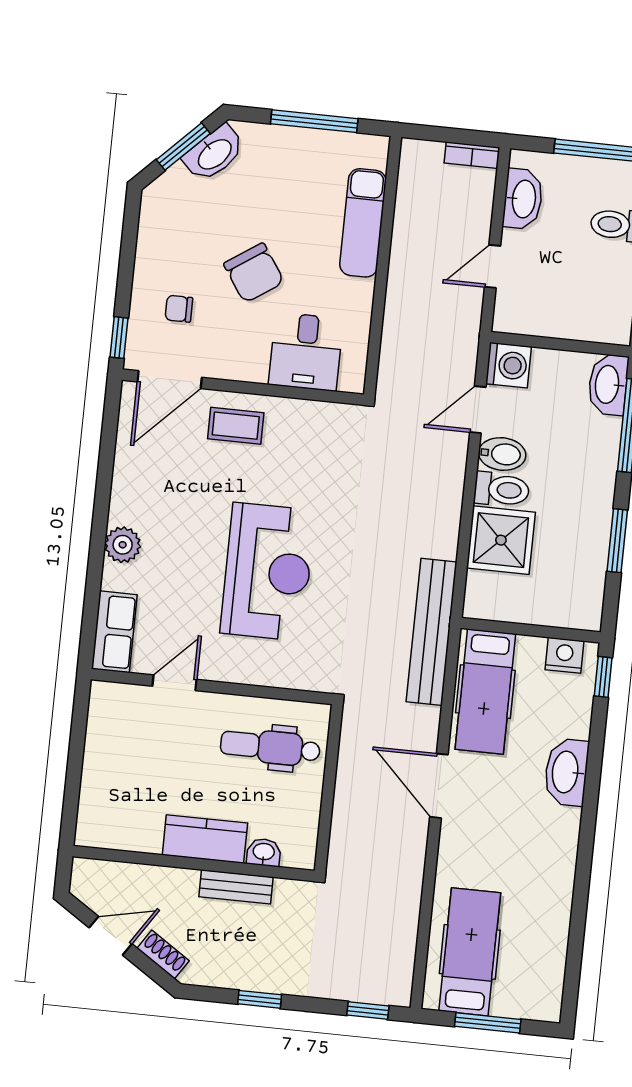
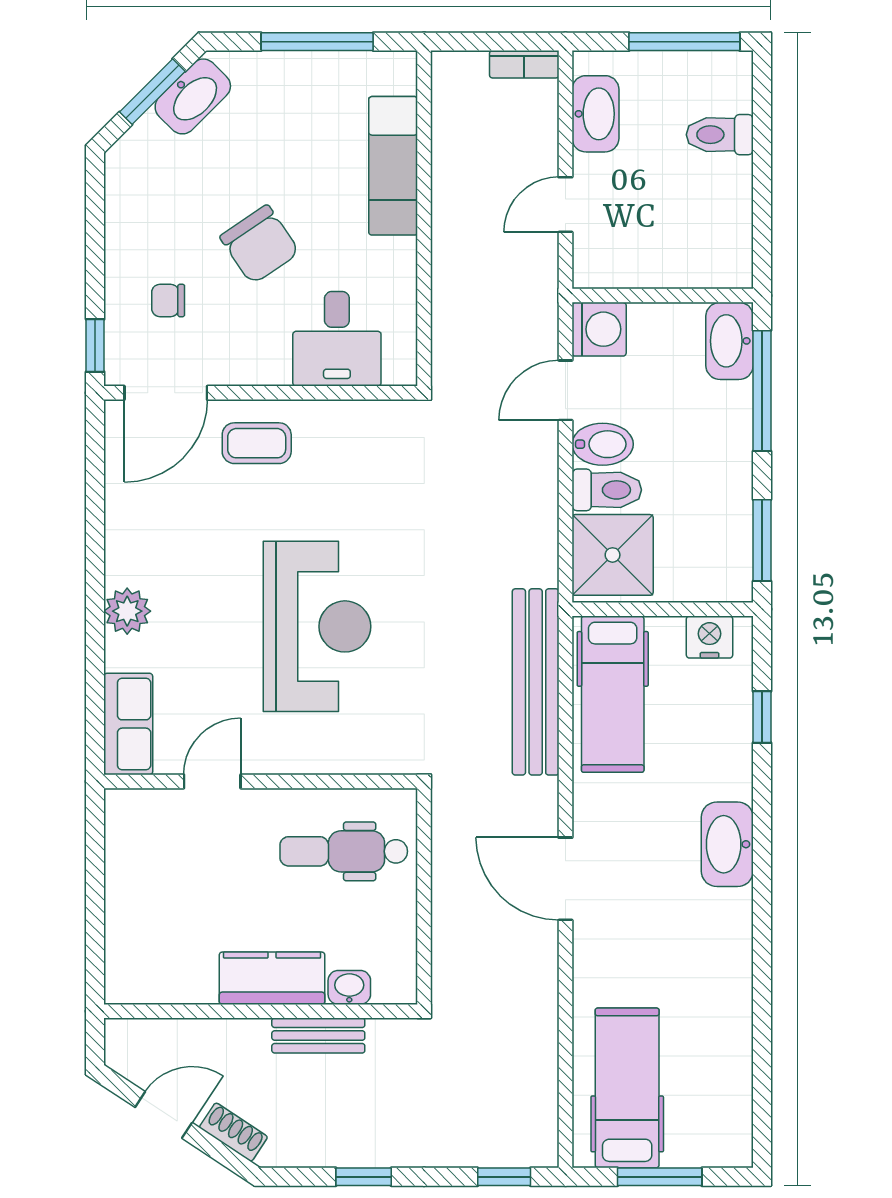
wall: (531, 630) -> (663, 609), moved
nightstand: (565, 655) -> (710, 637), moved
hospital bed: (485, 692) -> (613, 694), moved

